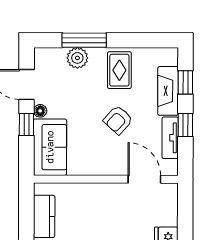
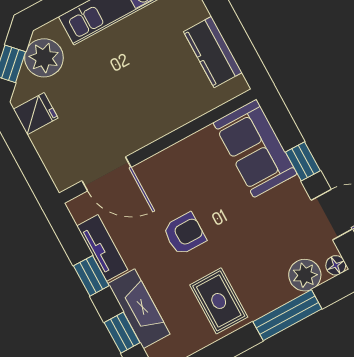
plant: (77, 58) -> (305, 275), moved
floor lamp: (40, 111) -> (336, 265), moved
armchair: (118, 120) -> (184, 234), turned 48

